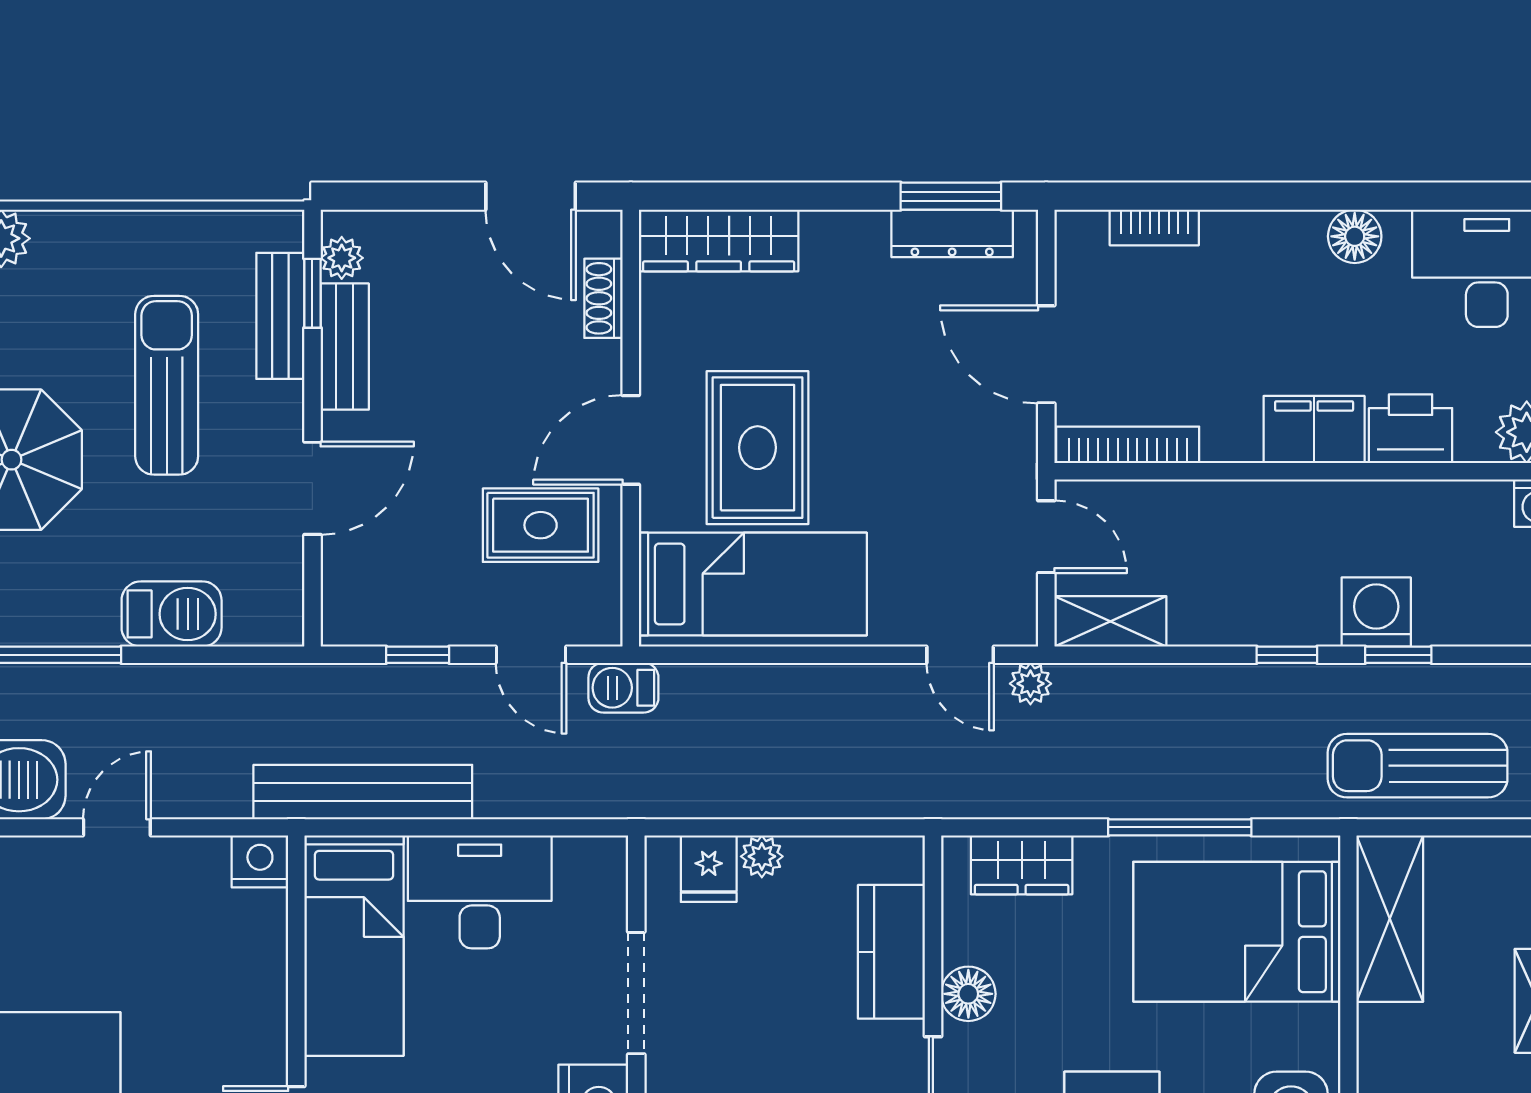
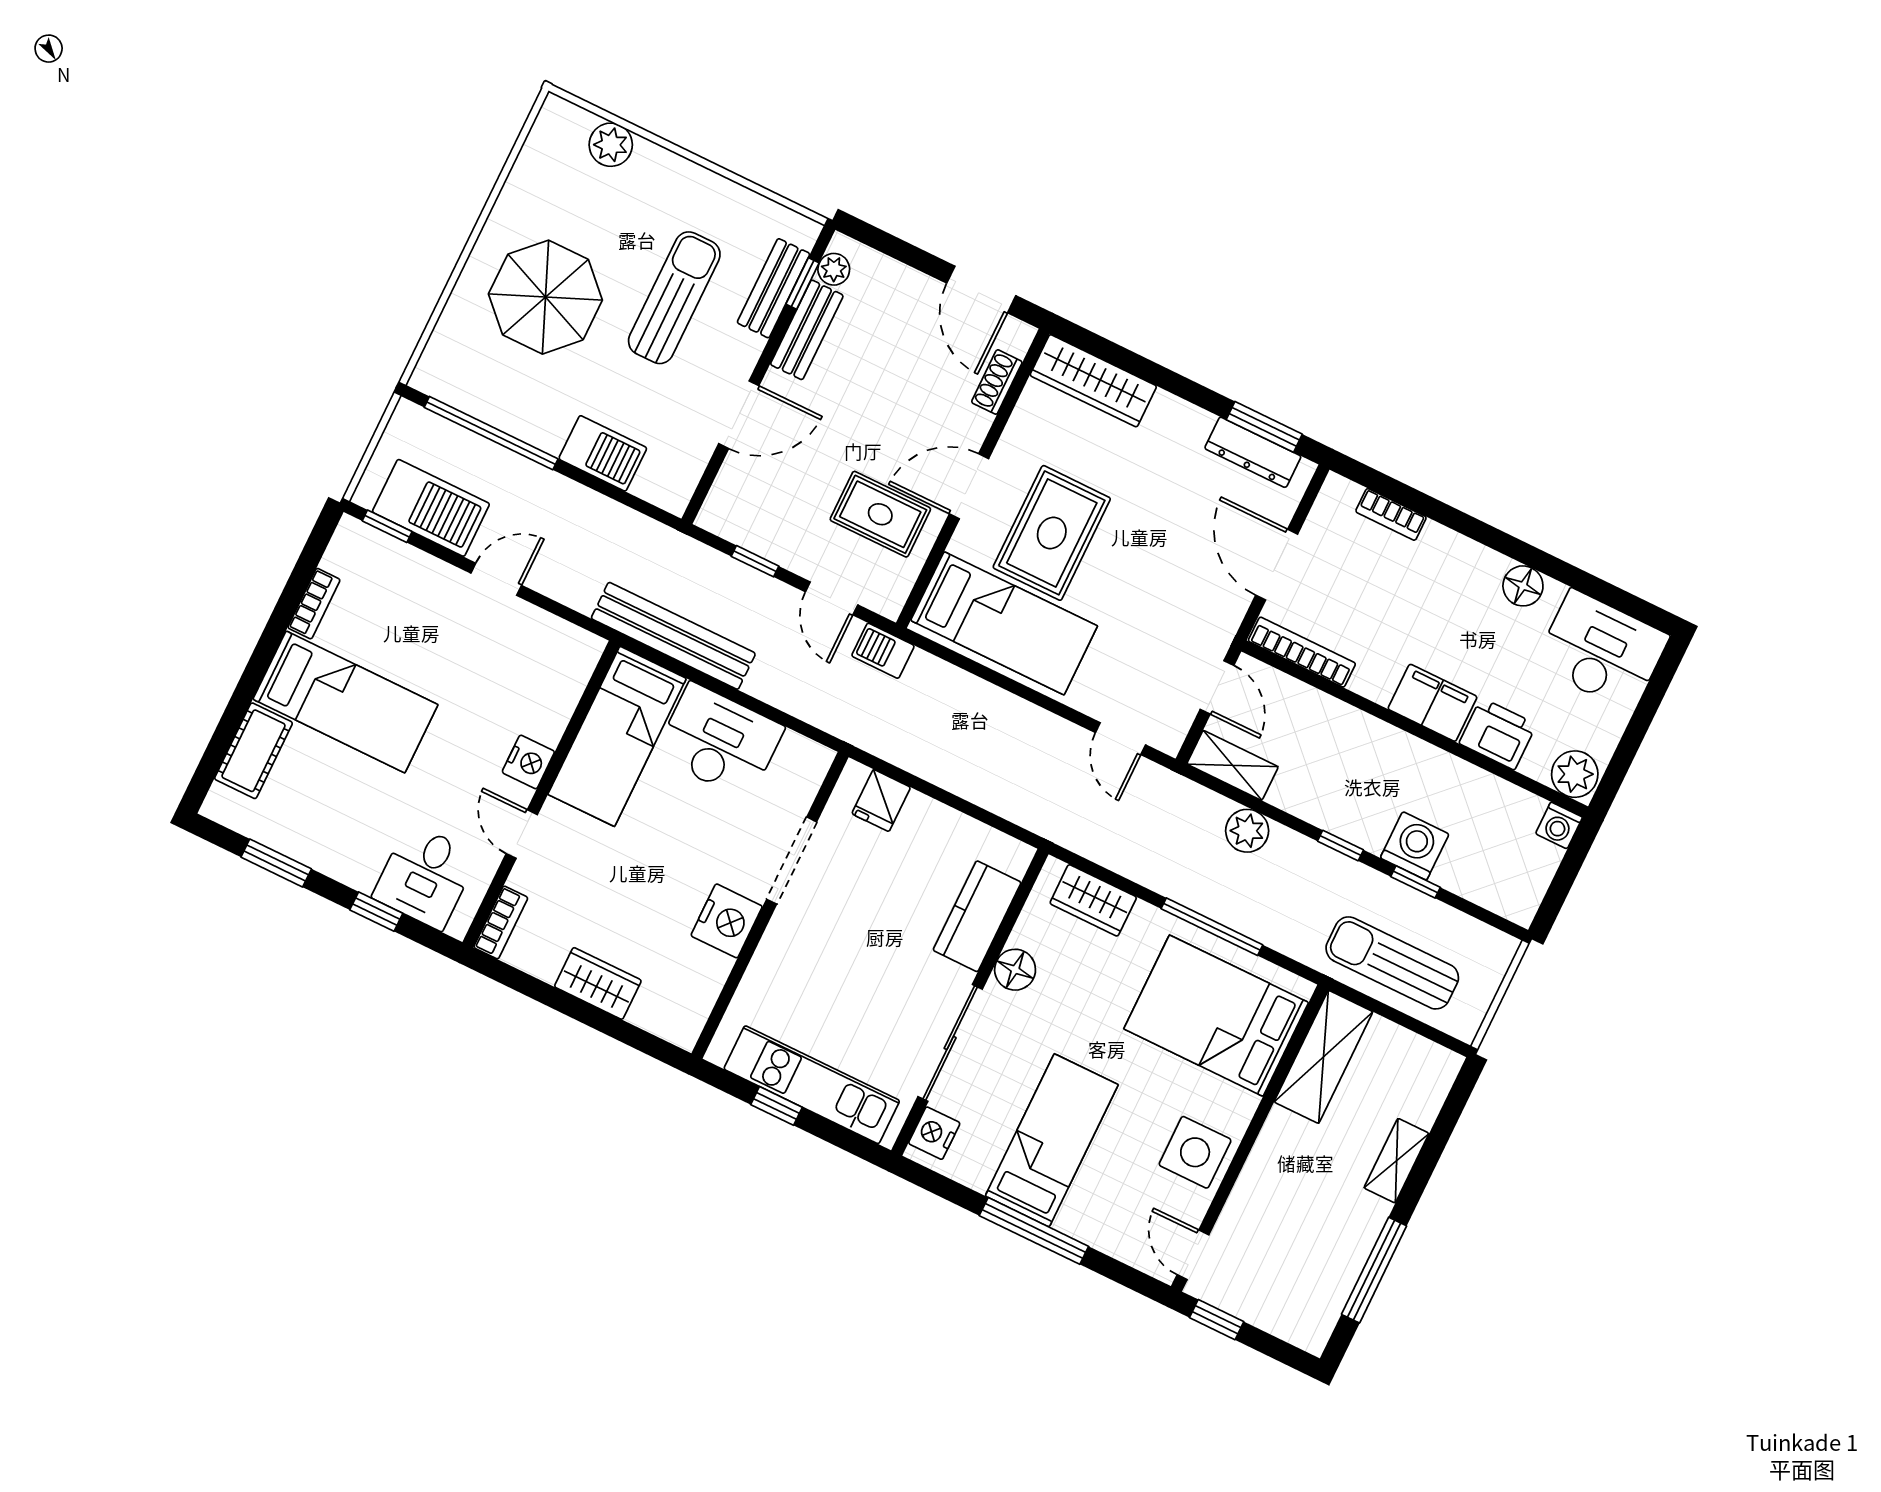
plant: (1030, 684) -> (1247, 831), moved, width x1.38, depth x1.38
plant: (762, 856) -> (921, 810), removed
nightstand: (260, 861) -> (528, 762), moved, turned 90

